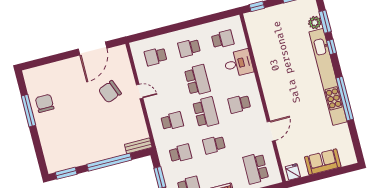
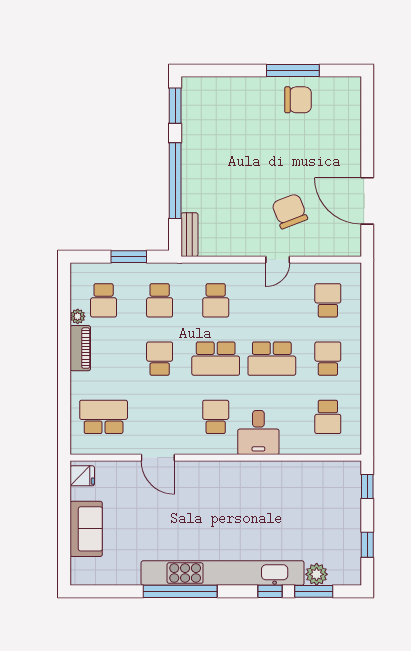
desk: (238, 63) -> (258, 433), moved

